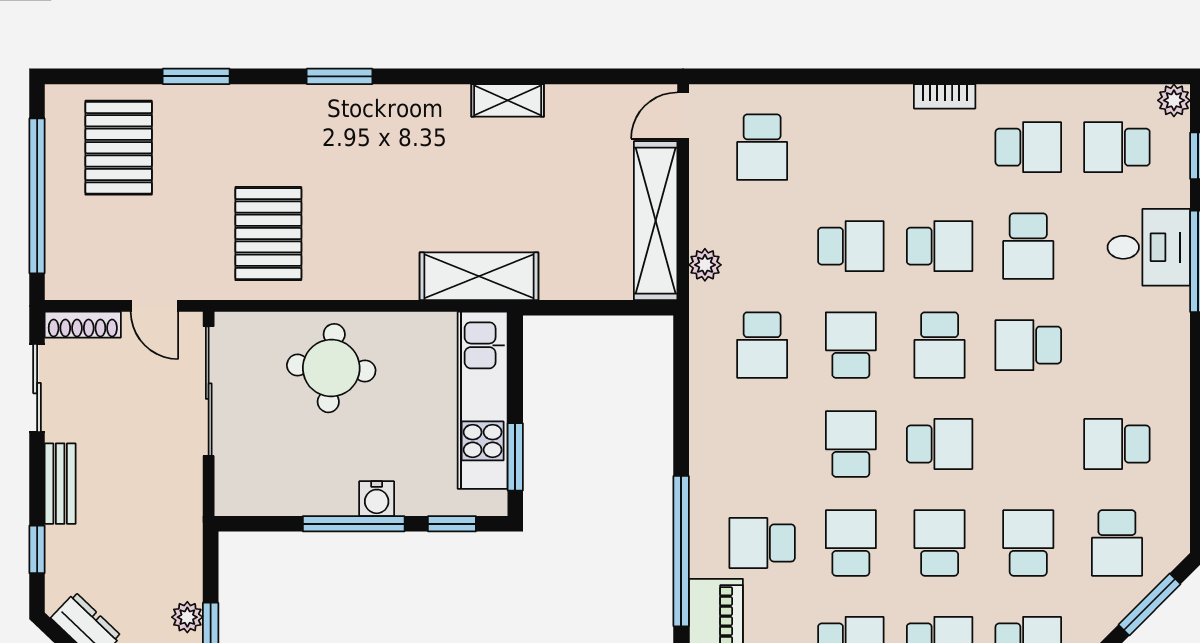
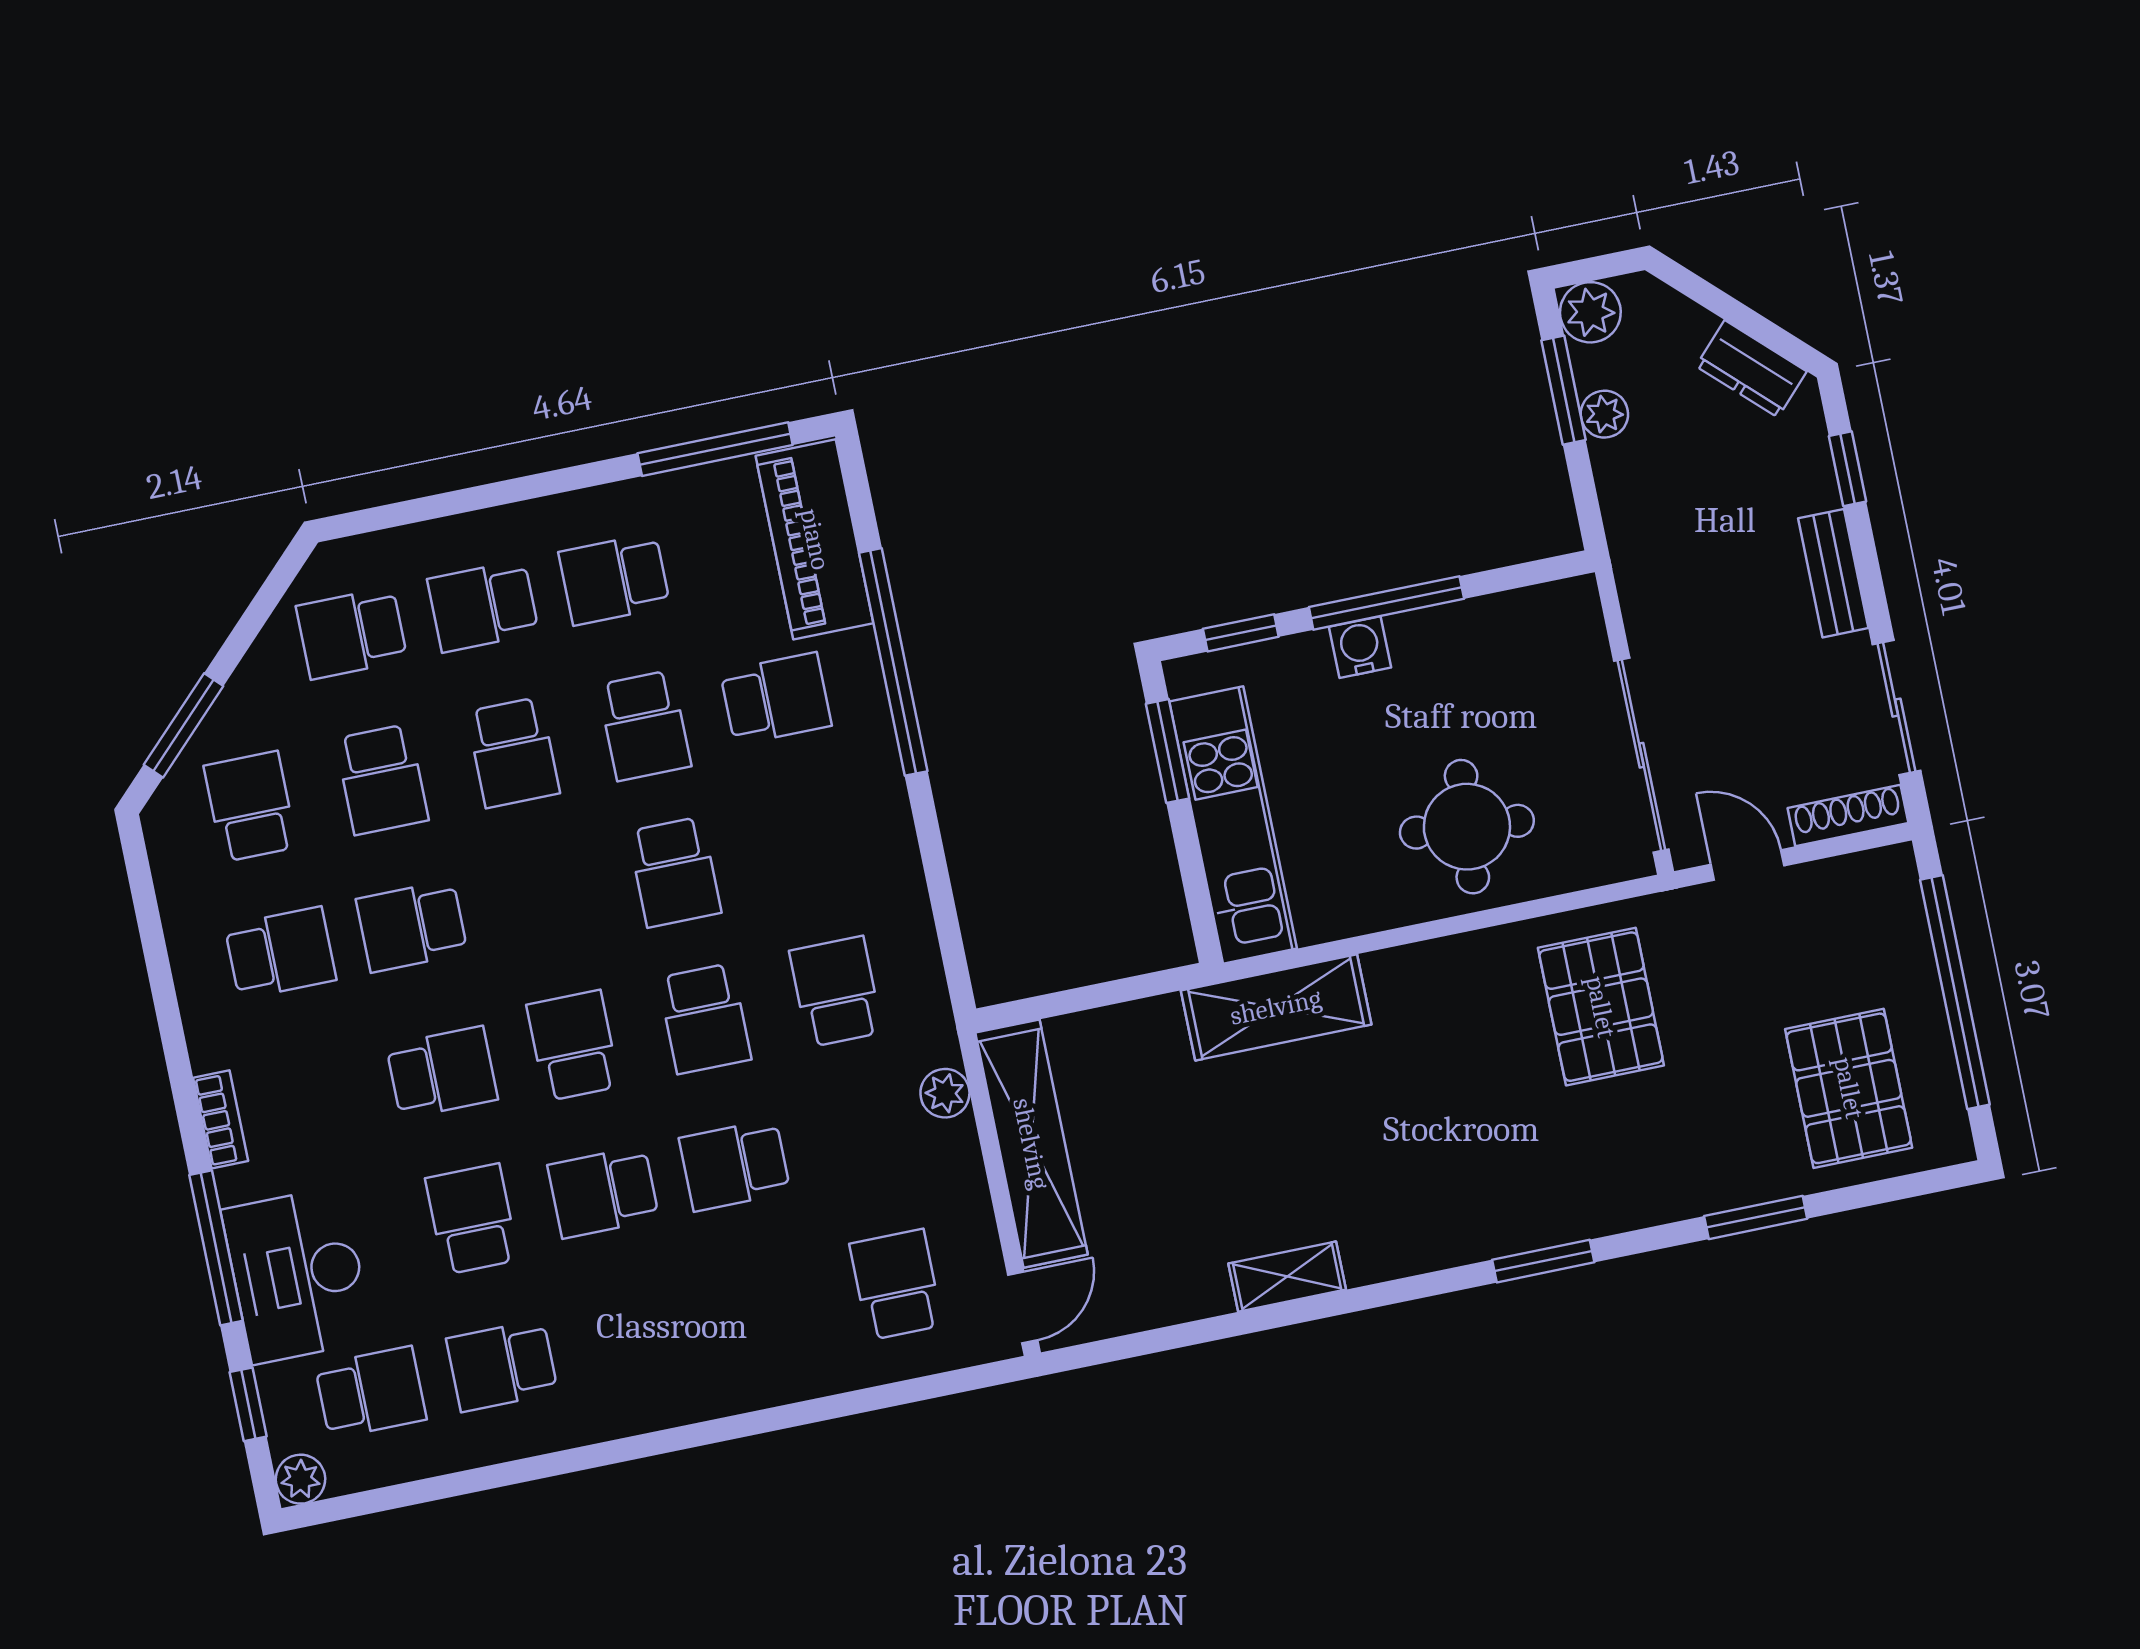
bookcase: (945, 96) -> (221, 1119), moved, turned 90
desk: (1149, 247) -> (297, 1275), width x1.37
school desk: (940, 444) -> (412, 926), moved

